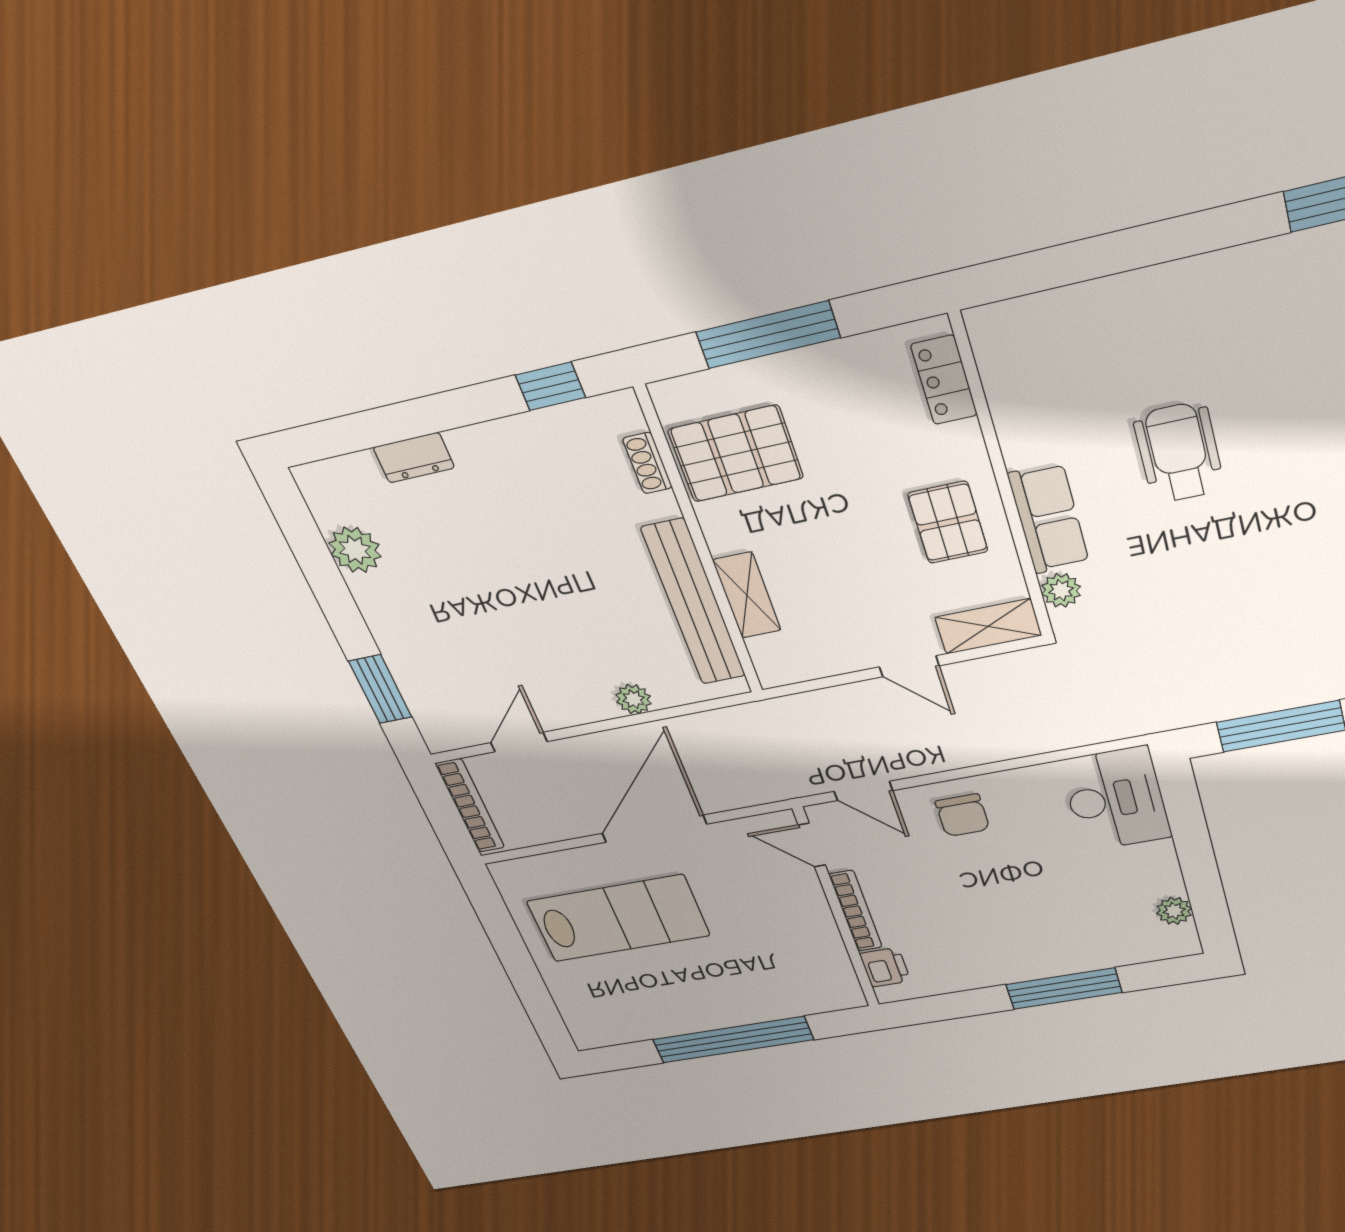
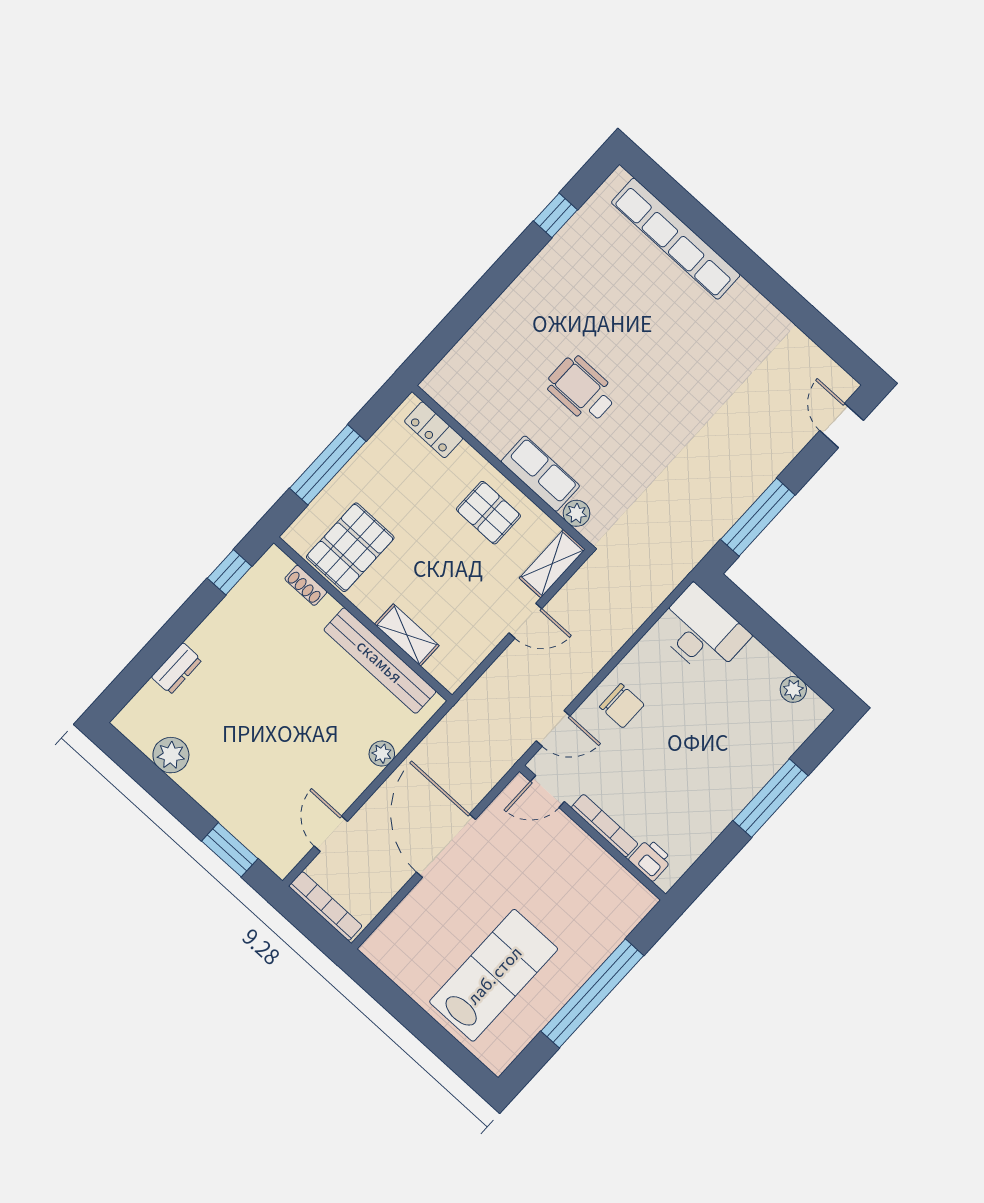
lab bench: (618, 918) -> (494, 975), moved

